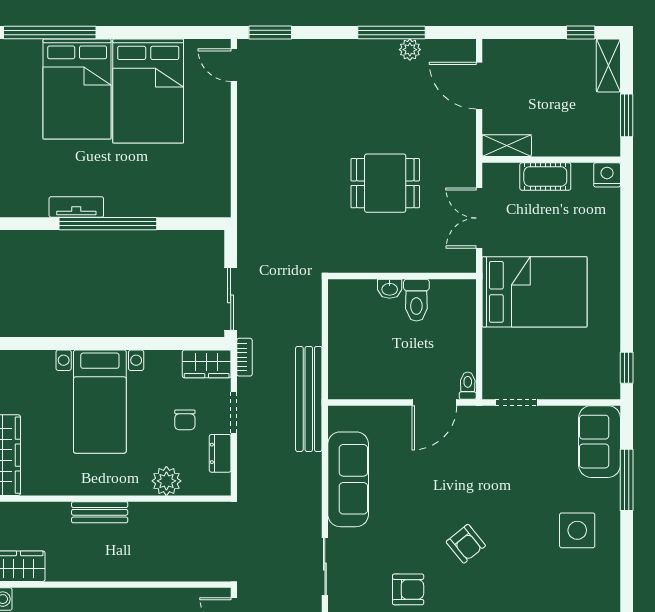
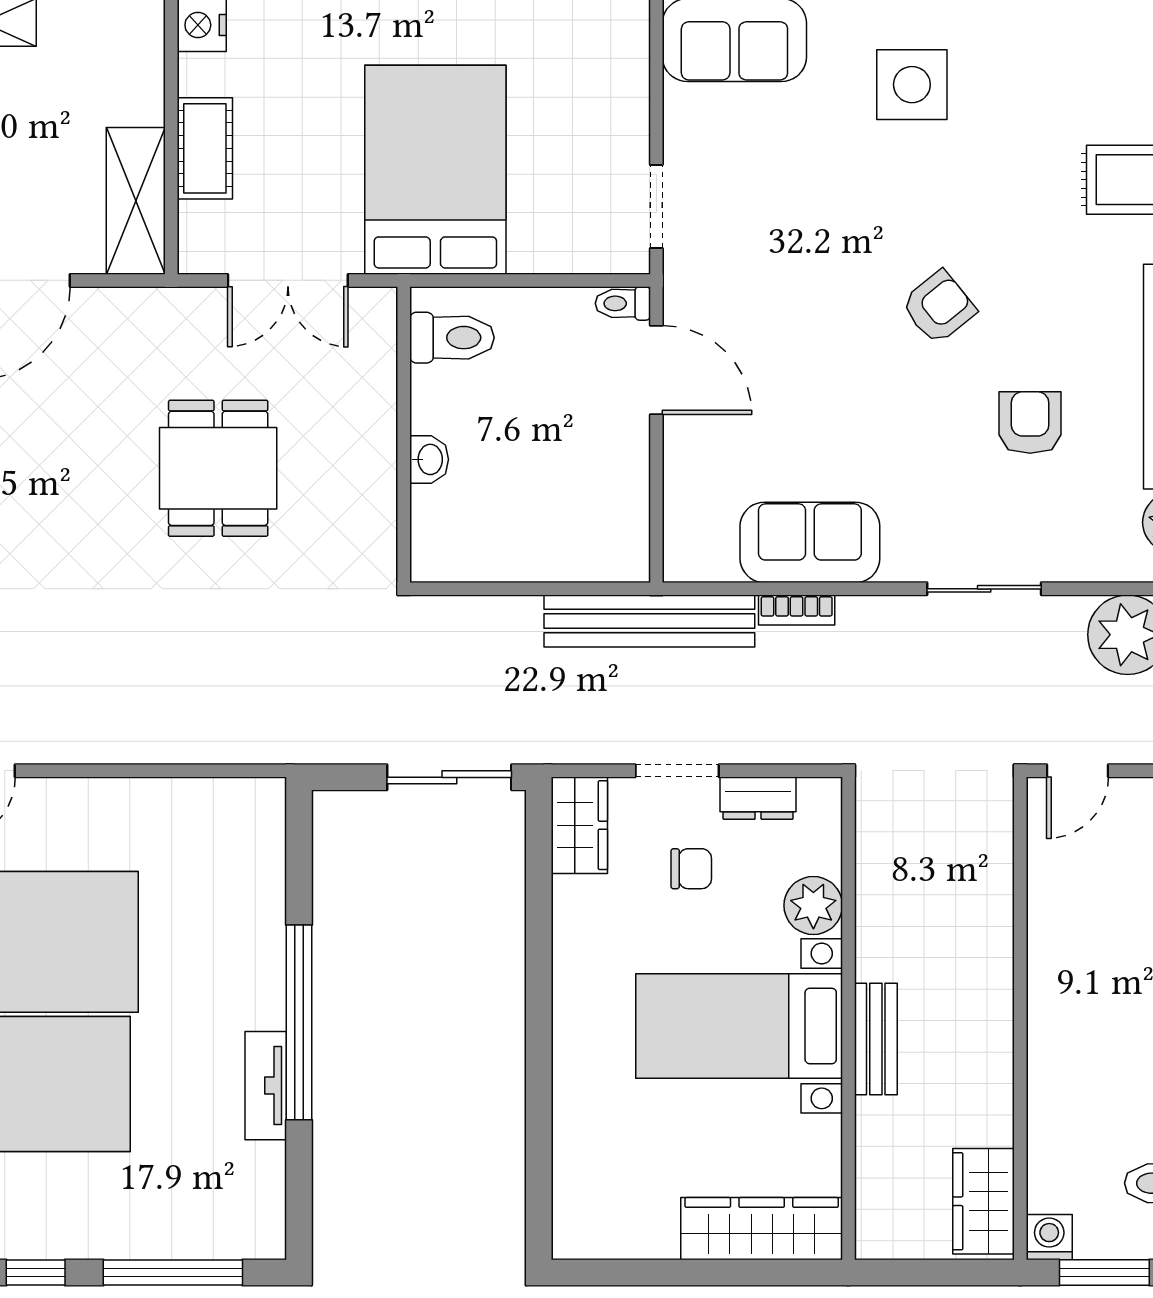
shelving: (507, 146) -> (136, 201), width x1.50, depth x1.33
toilet: (416, 300) -> (452, 338), moved
bookcase: (245, 357) -> (797, 610), moved, turned 180
bed with nightstands: (100, 402) -> (739, 1026), moved, turned 180
sofa: (348, 479) -> (810, 542), width x0.73

